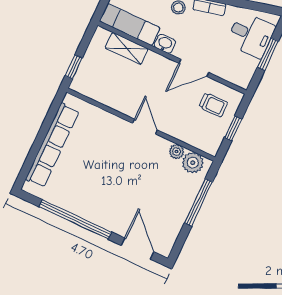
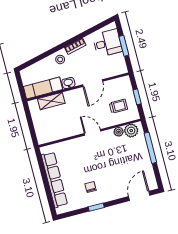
window: (74, 67) -> (33, 132), removed
trolley: (213, 105) -> (118, 106), moved
chair: (88, 190) -> (91, 187), added
window: (75, 219) -> (96, 207), width x0.32
door: (138, 249) -> (139, 196), hinge flipped

